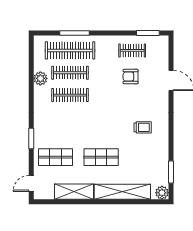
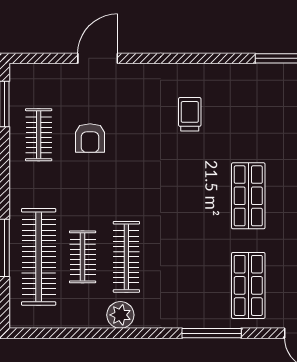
clothes rail: (70, 73) -> (83, 257), width x0.73
plant: (40, 78) -> (120, 315), moved
window: (31, 138) -> (212, 333), width x1.44

